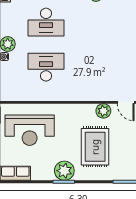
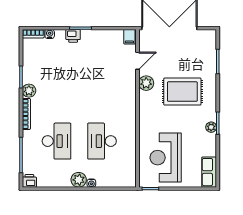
reception desk: (30, 130) -> (166, 158), turned 180
plant: (64, 171) -> (211, 127), width x0.53, depth x0.53

